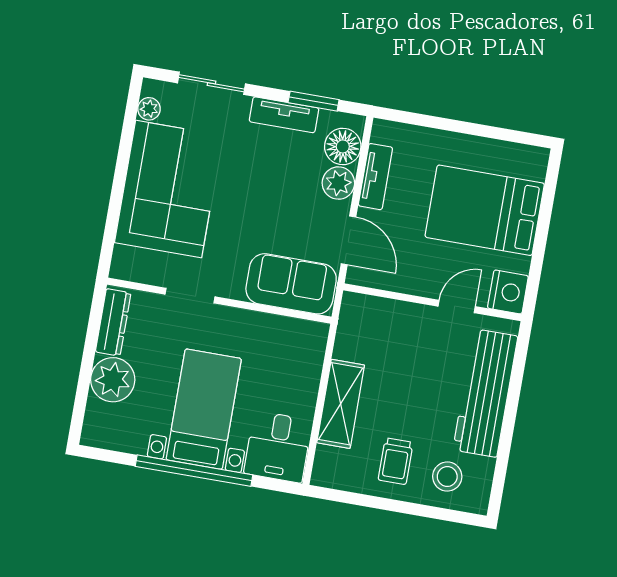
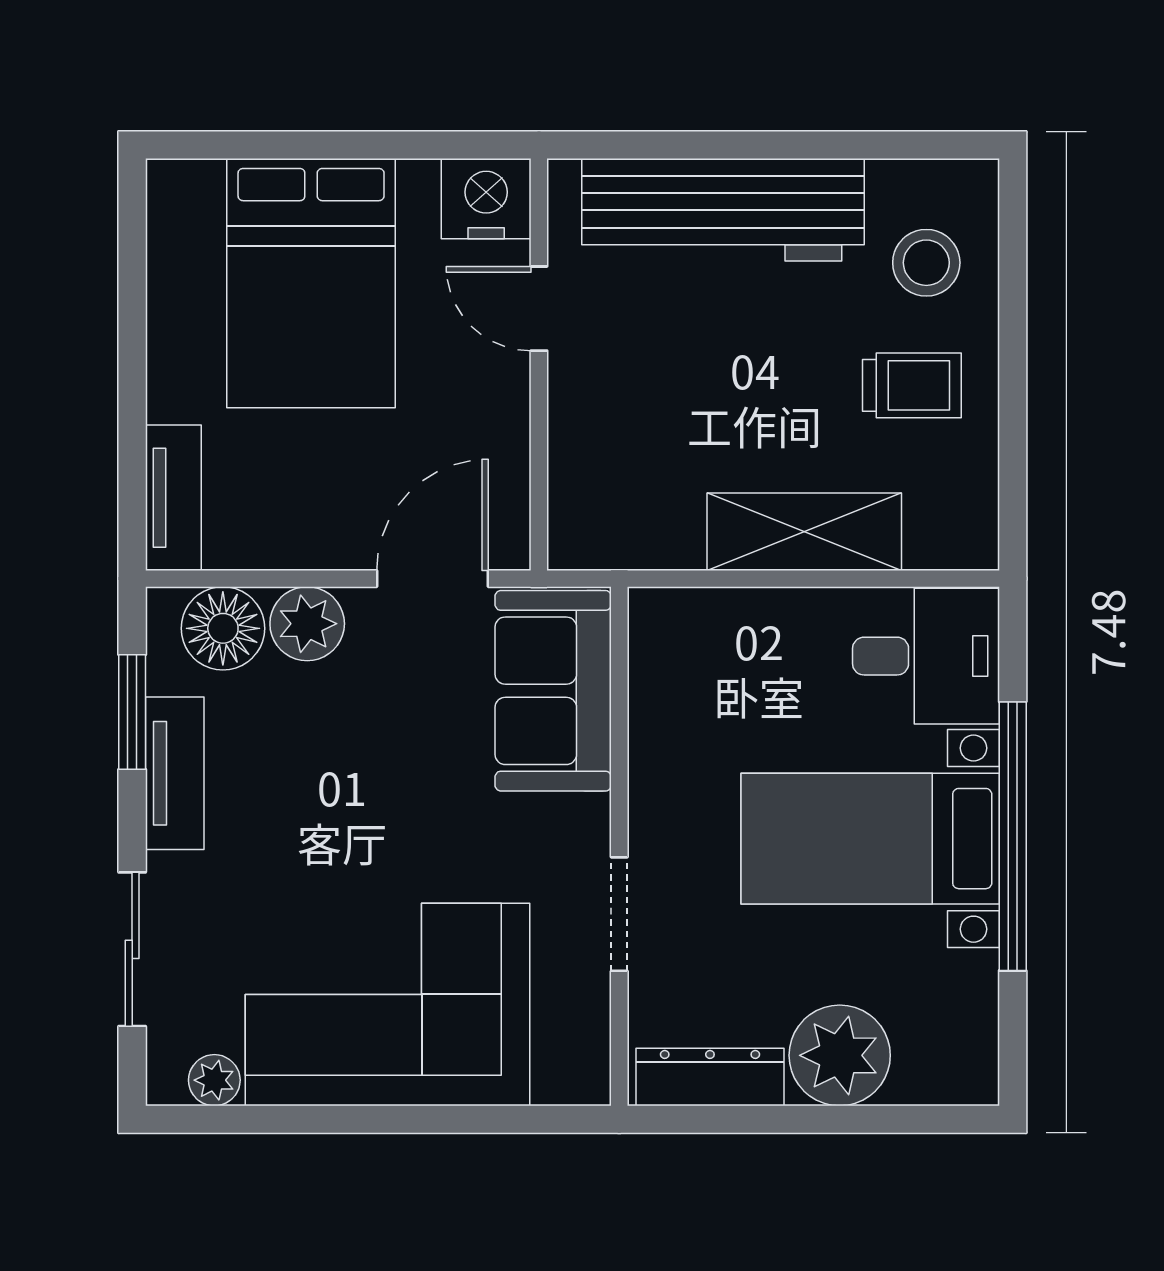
tv unit: (375, 177) -> (173, 498), moved, turned 90

